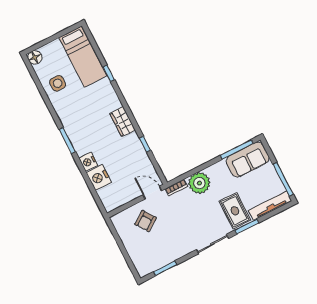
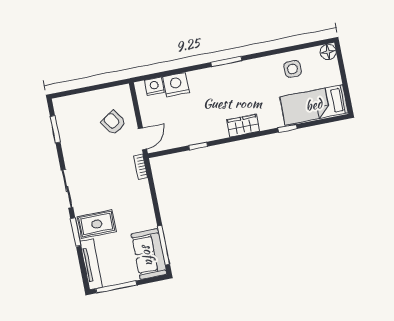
wardrobe: (123, 122) -> (243, 126), moved
nightstand: (88, 162) -> (154, 86), moved
plant: (199, 183) -> (138, 194), removed

